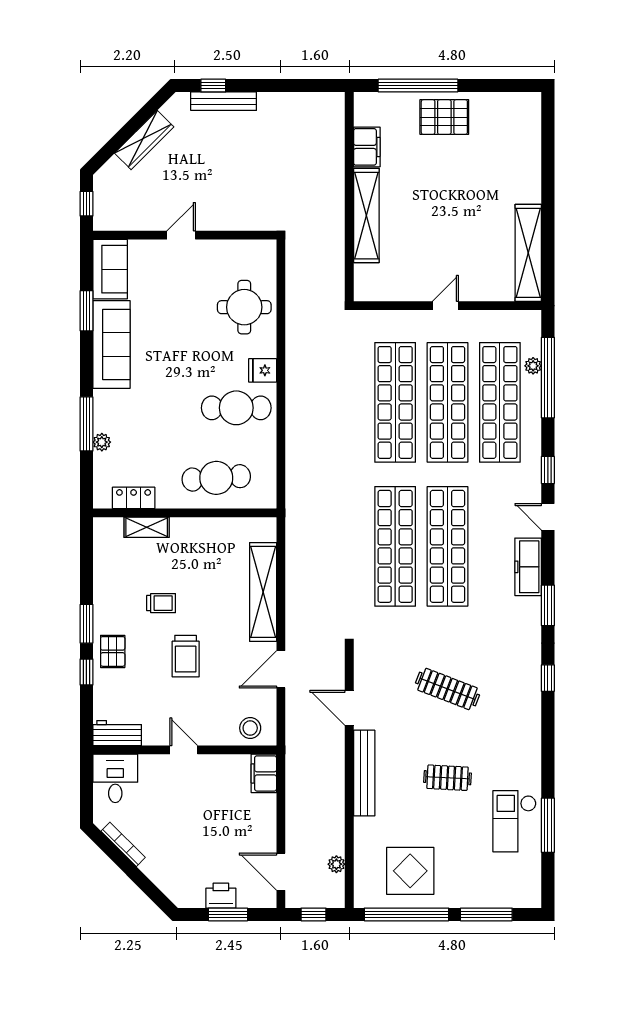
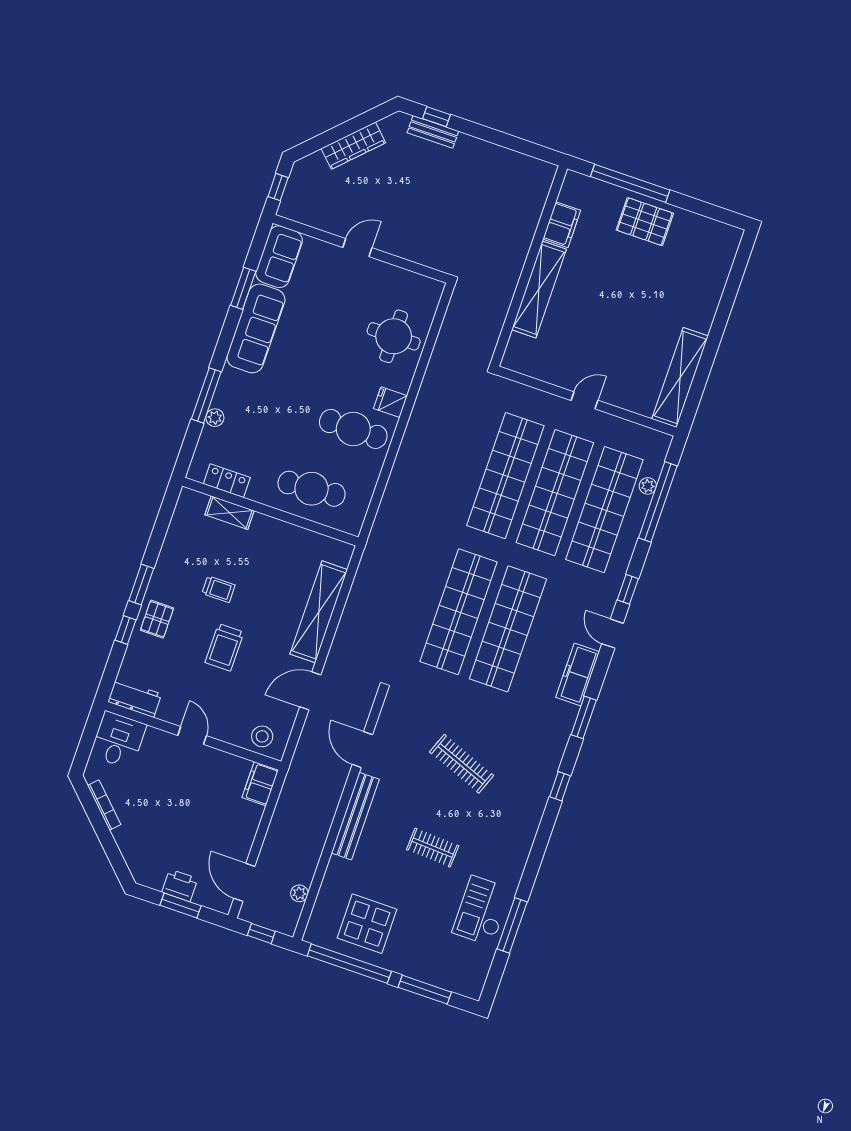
bench: (224, 101) -> (433, 132), width x0.73

